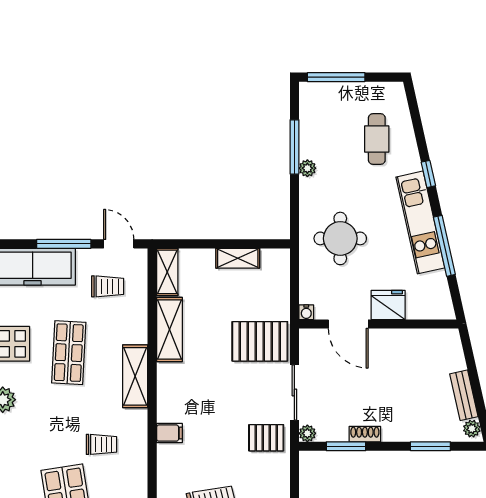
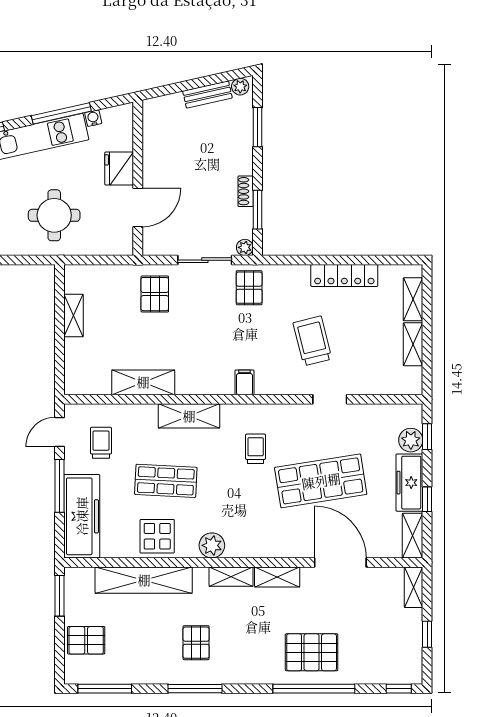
shelving: (167, 272) -> (87, 385), removed
water cooler: (306, 312) -> (93, 118), moved, turned -103
pallet: (260, 341) -> (155, 294), width x0.67, depth x0.71

